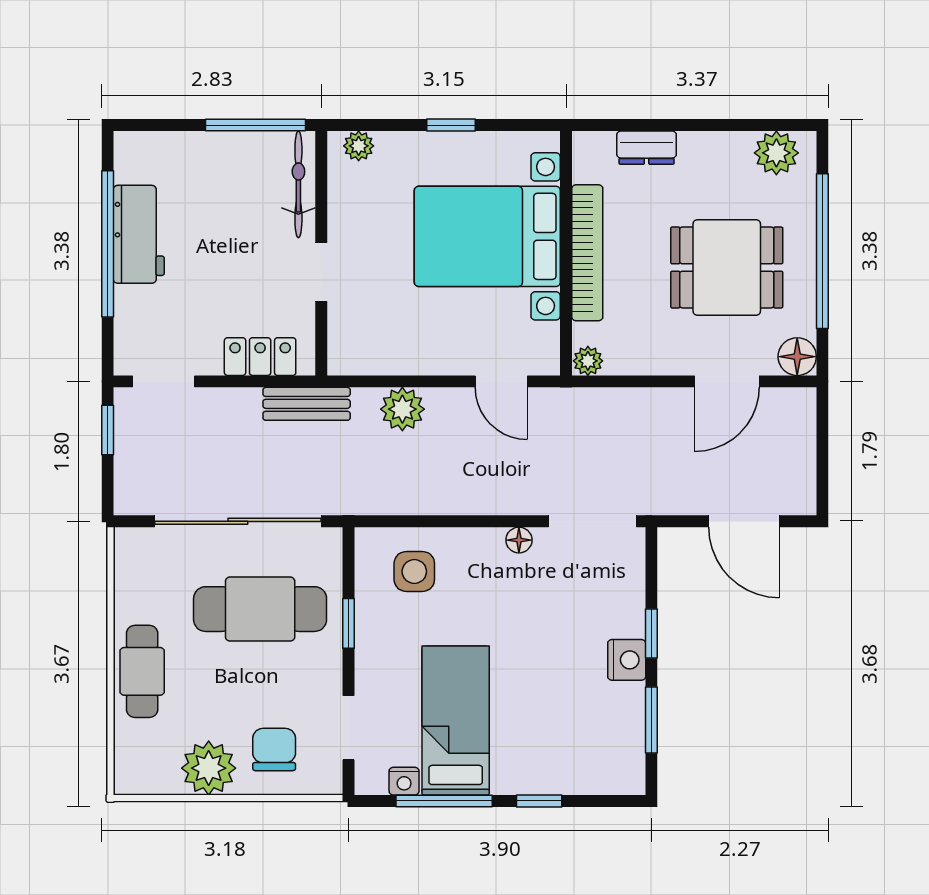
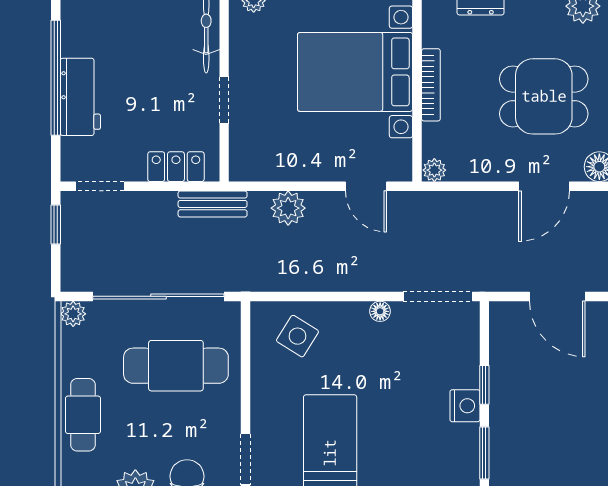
workbench: (139, 234) -> (80, 97), moved
bookcase: (587, 253) -> (431, 85), width x0.68, depth x0.76
plant: (130, 543) -> (73, 314), added
side table: (414, 571) -> (297, 336), turned 32
window: (348, 623) -> (246, 377), removed

